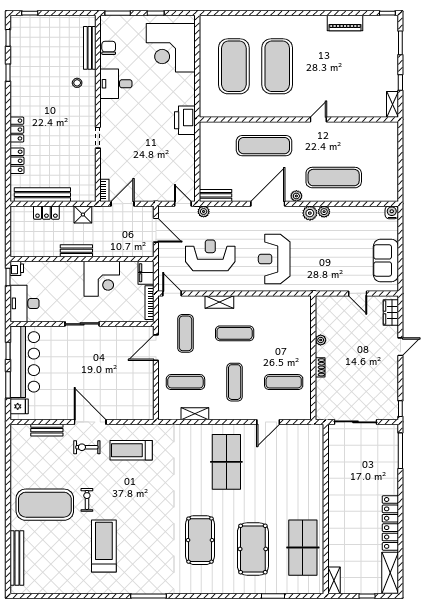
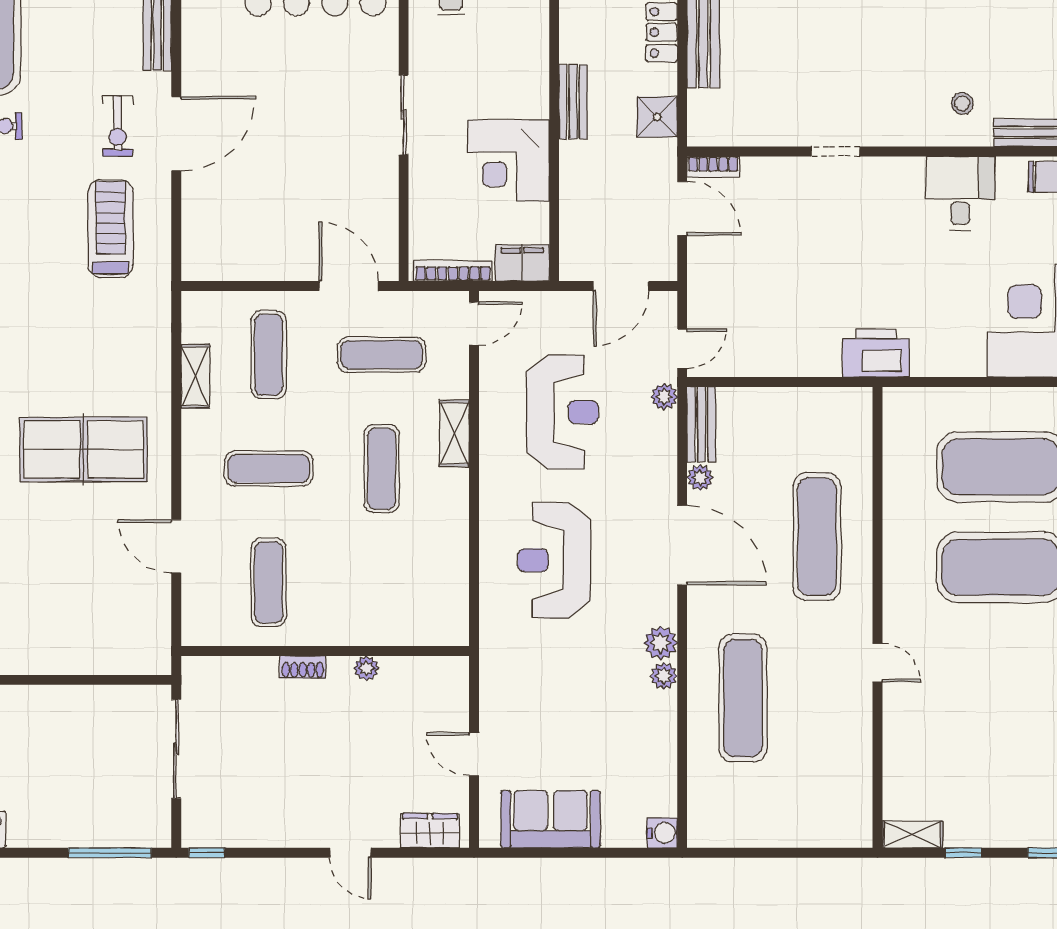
plant: (296, 196) -> (700, 478), moved
reception desk: (274, 259) -> (554, 560), turned -90
door: (358, 293) -> (474, 754), hinge flipped
exercise bike: (87, 447) -> (118, 126), turned 180

